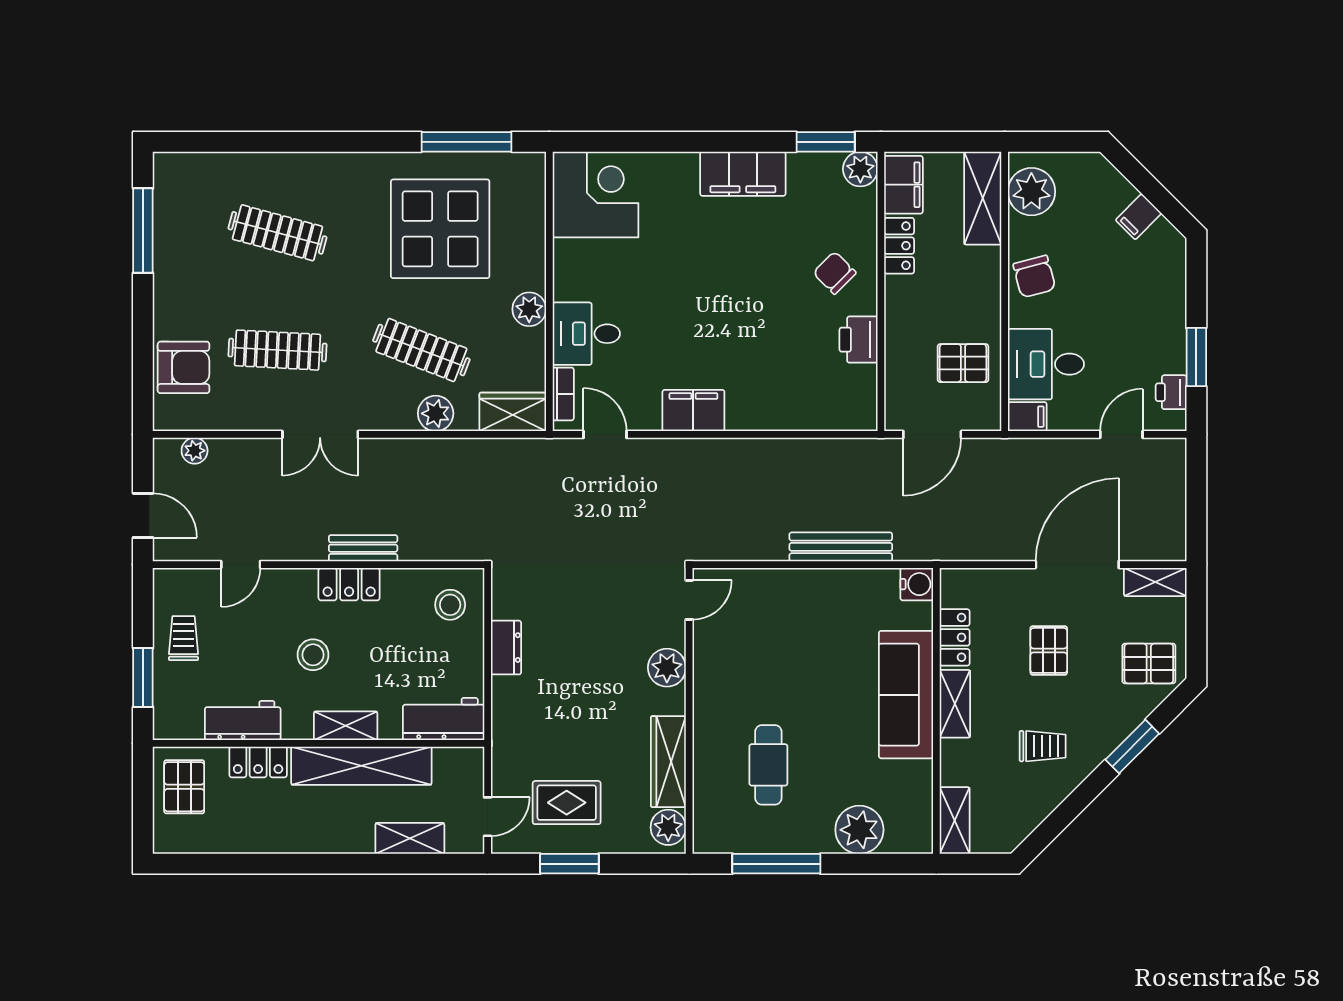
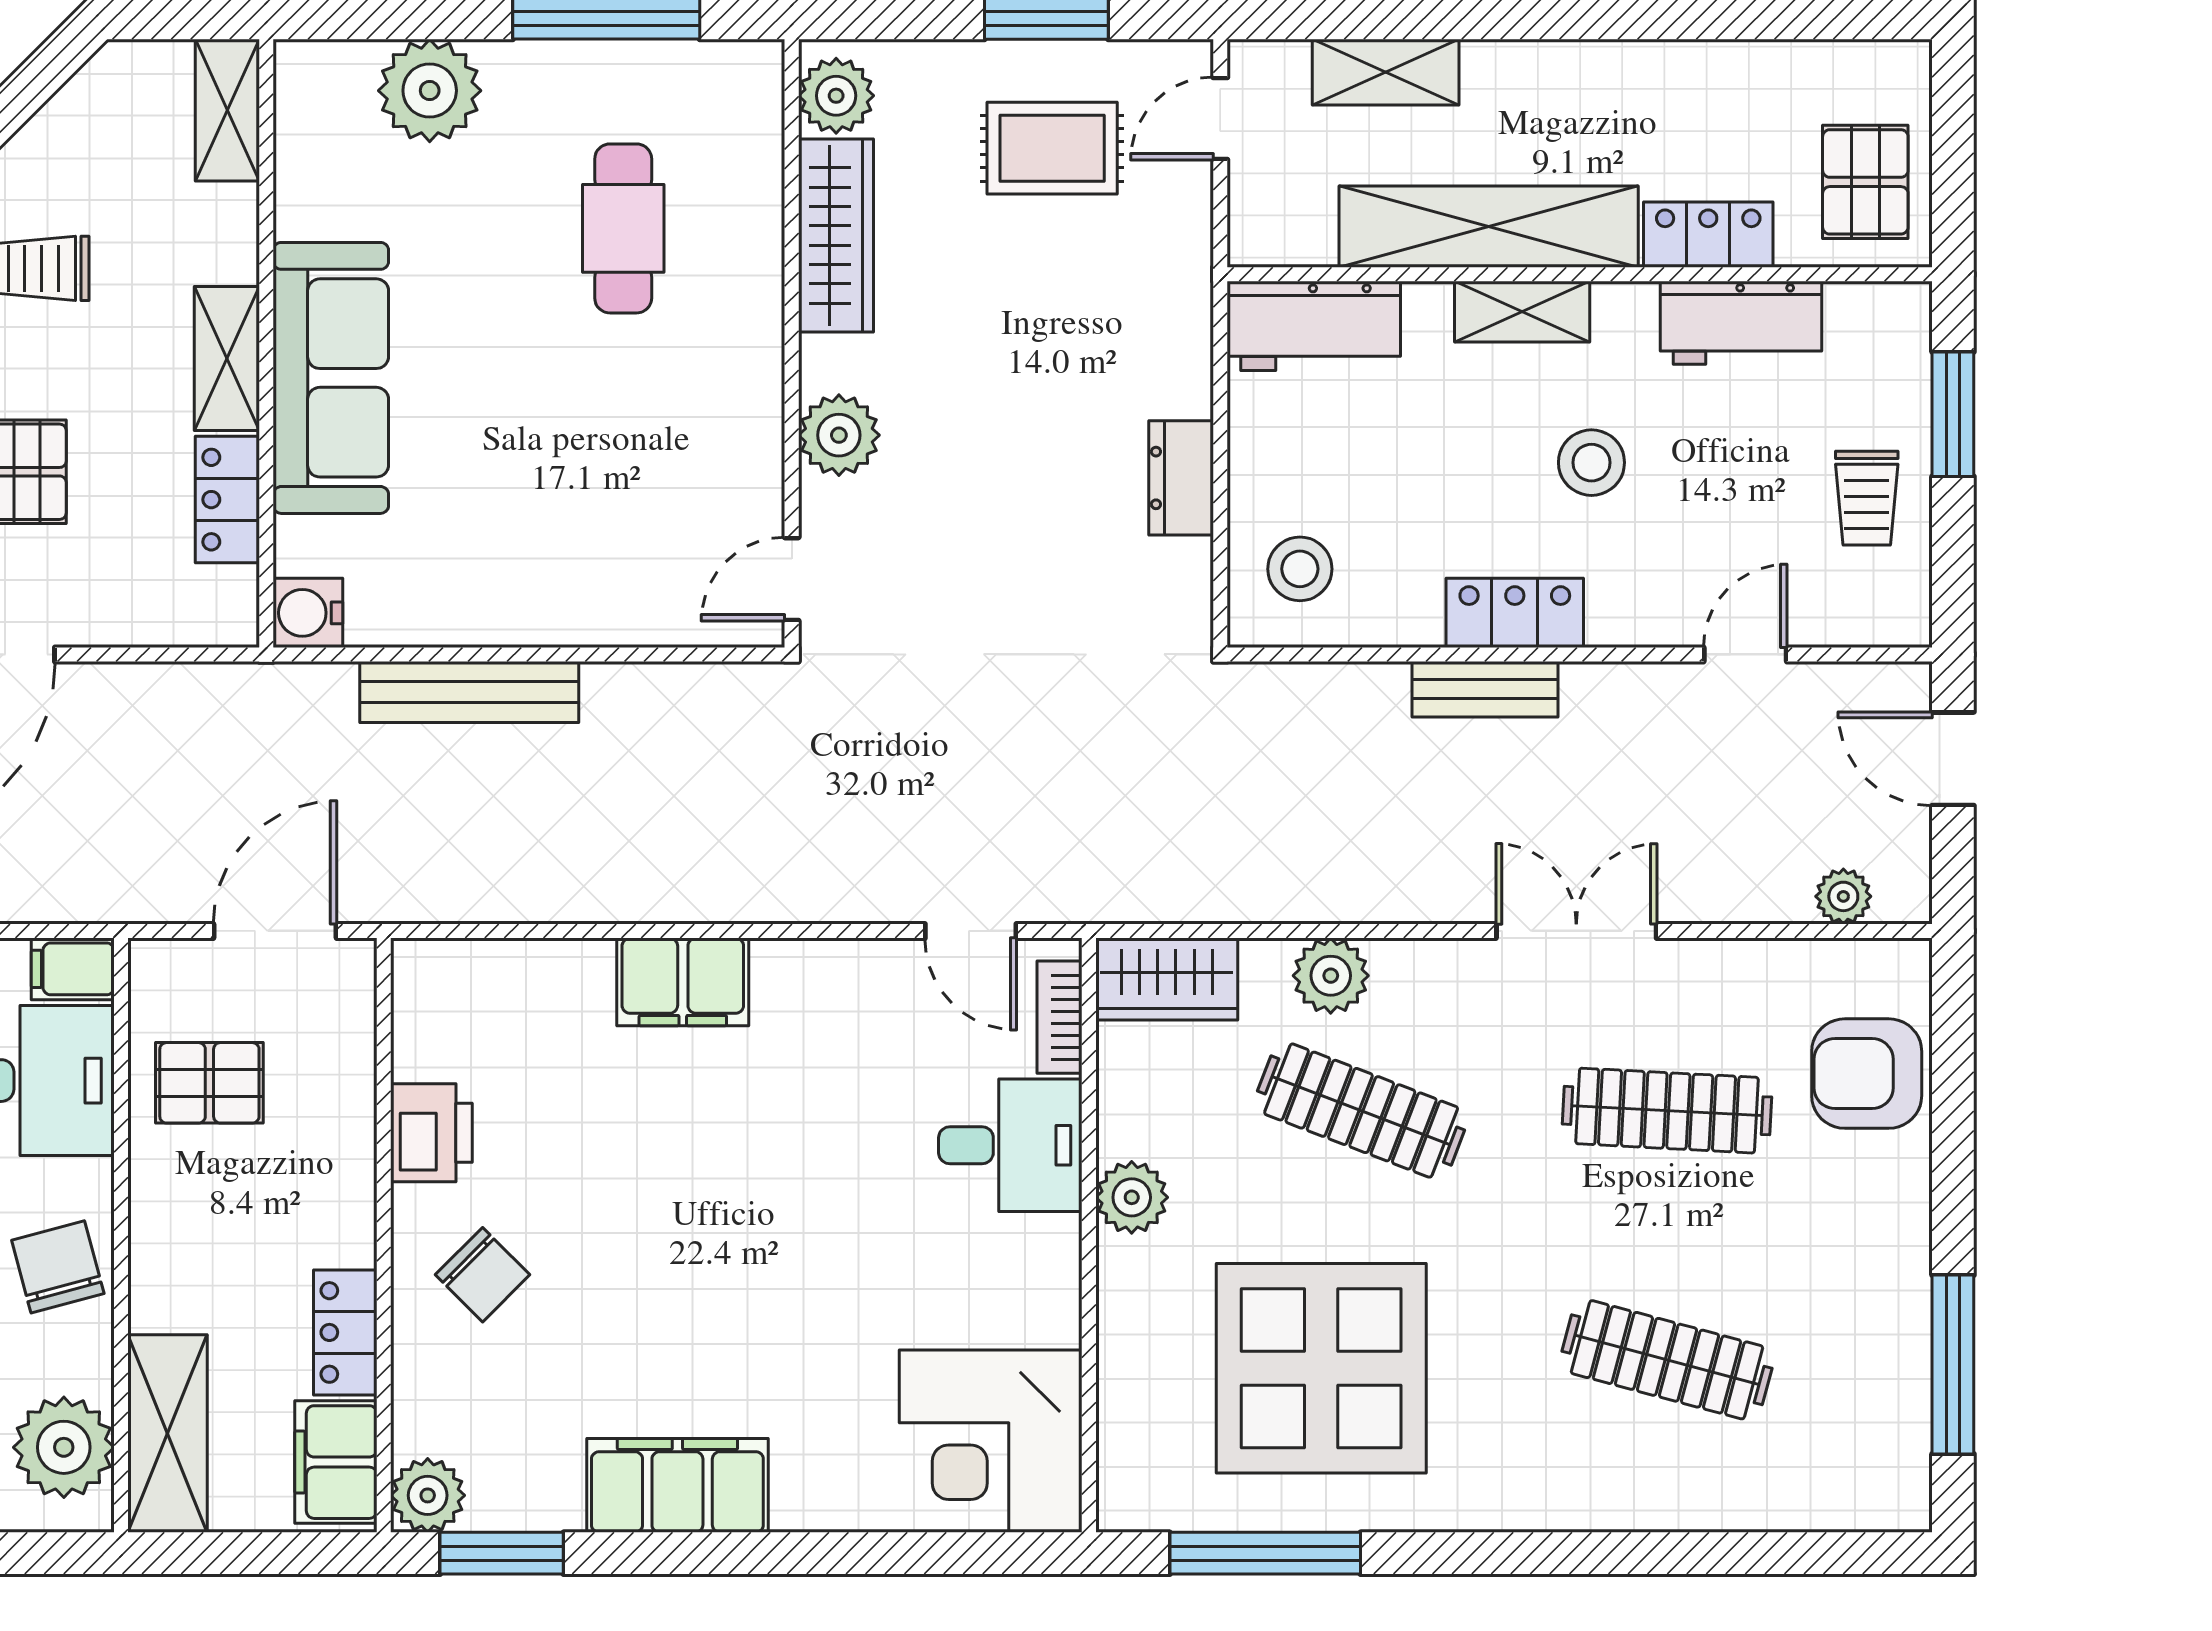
filing cabinet: (693, 411) -> (683, 982), moved

